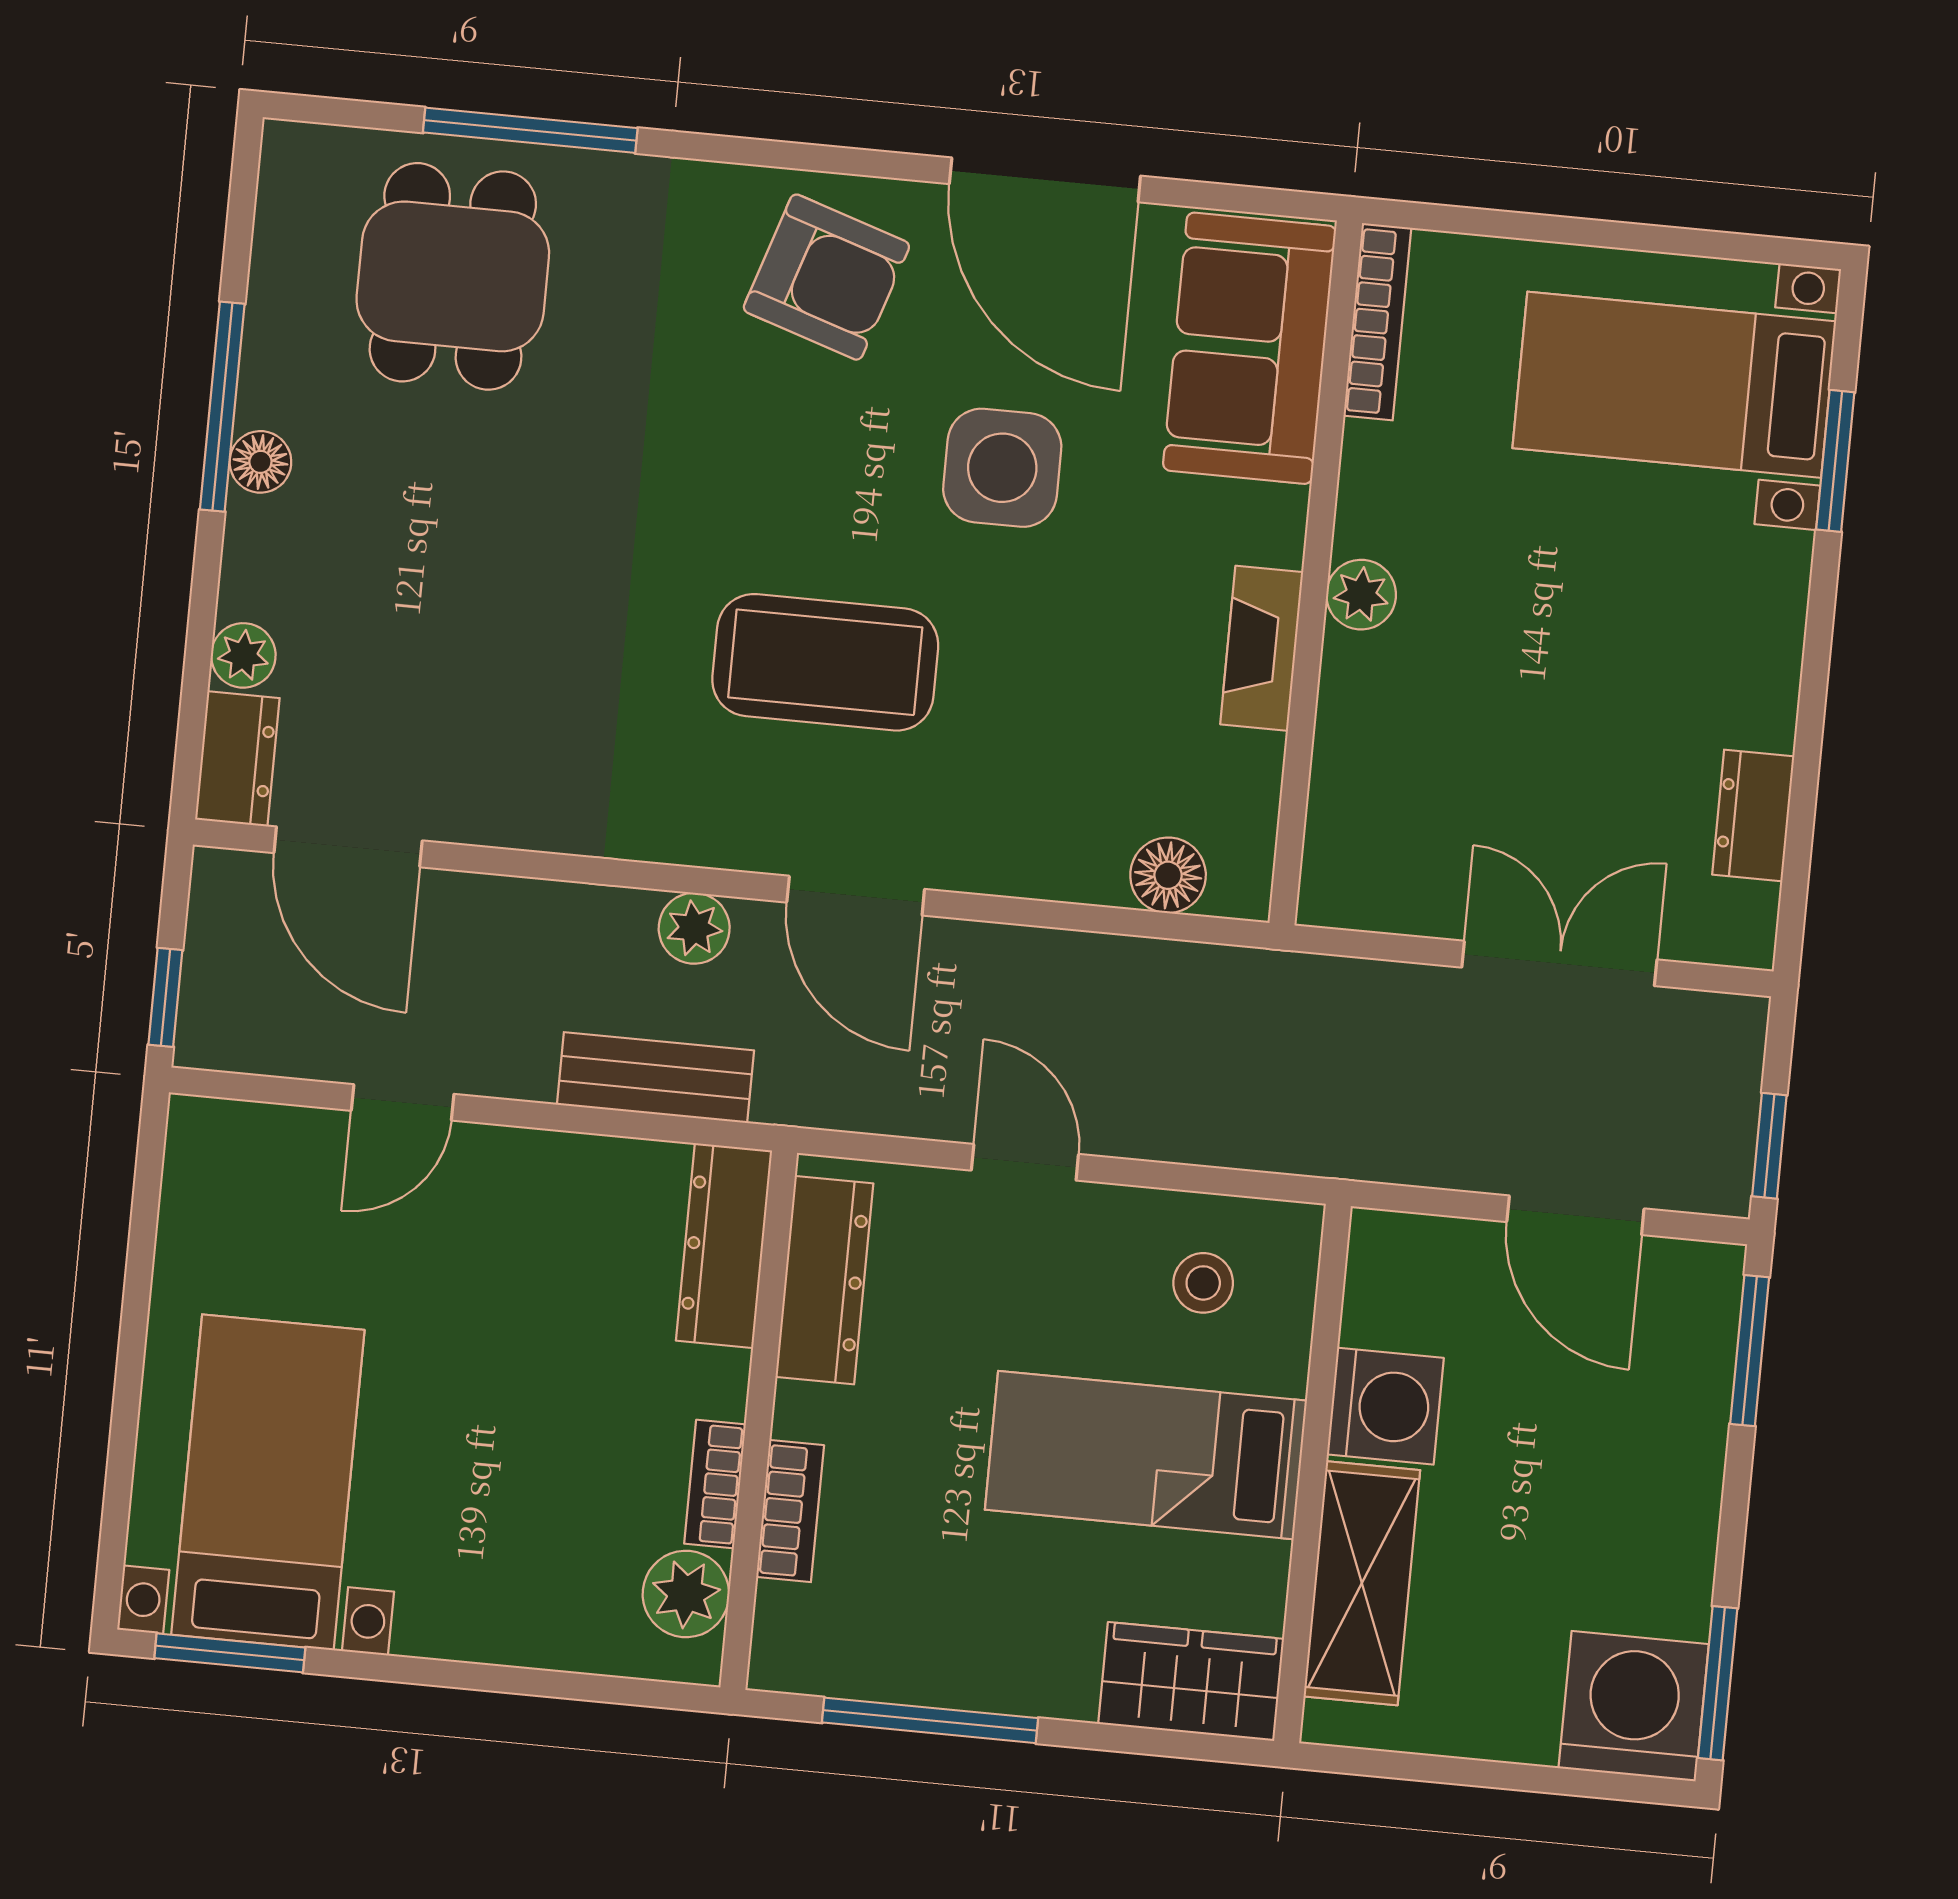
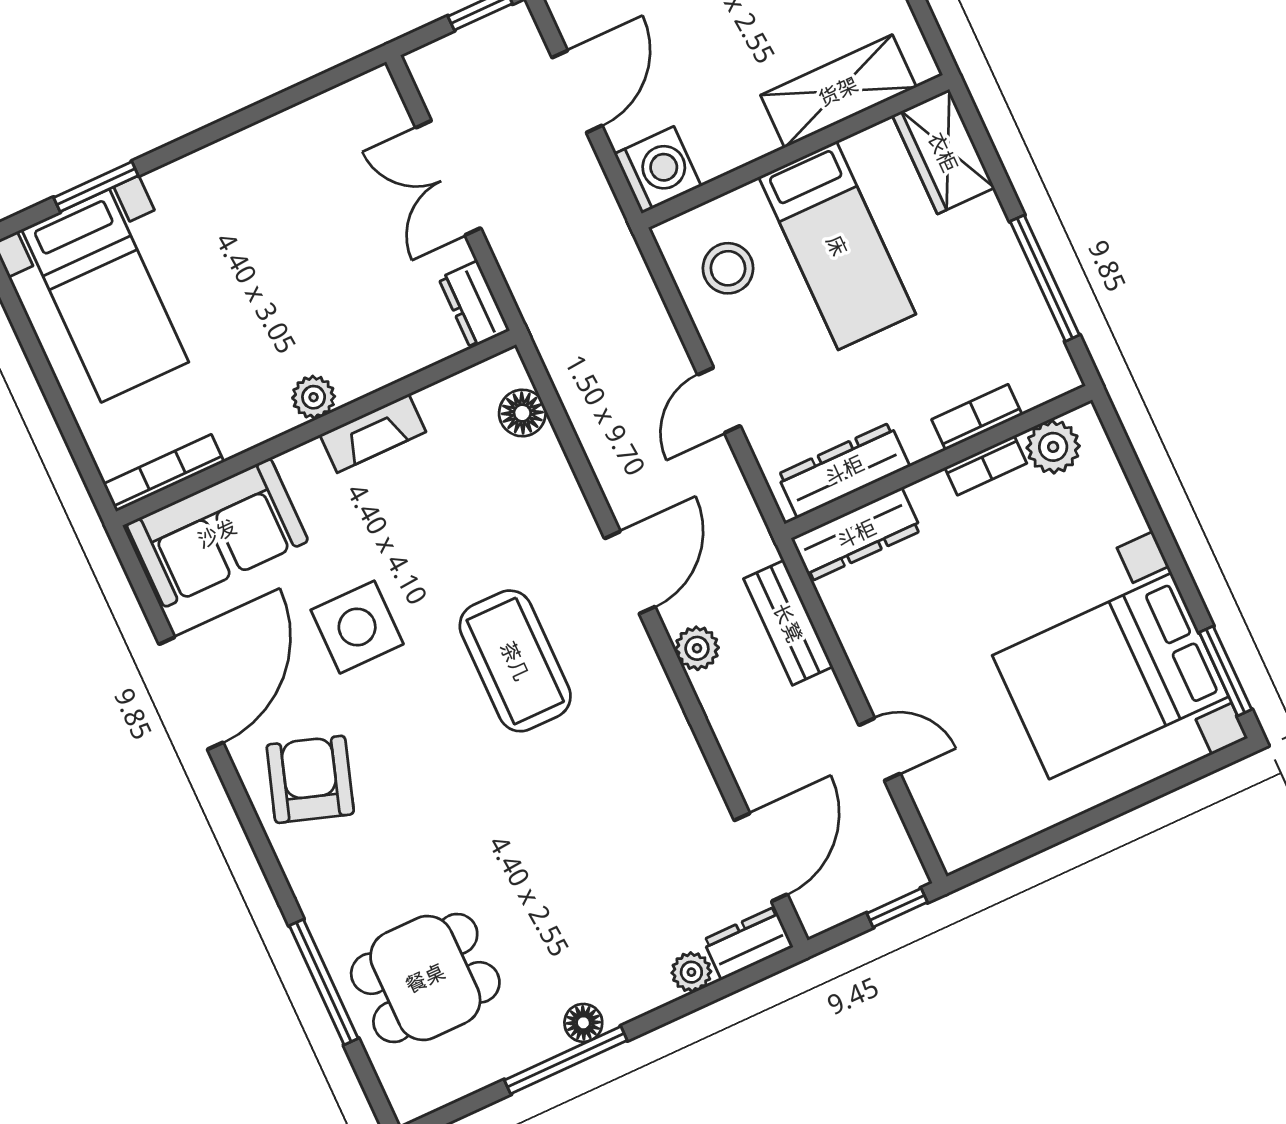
dresser: (1753, 815) -> (474, 304), moved, turned 90
stool: (1203, 1283) -> (728, 268), width x1.37, depth x1.37
washing machine: (1385, 1406) -> (658, 170), moved, turned 90
bed with nightstands: (268, 1482) -> (1110, 676), width x1.36

